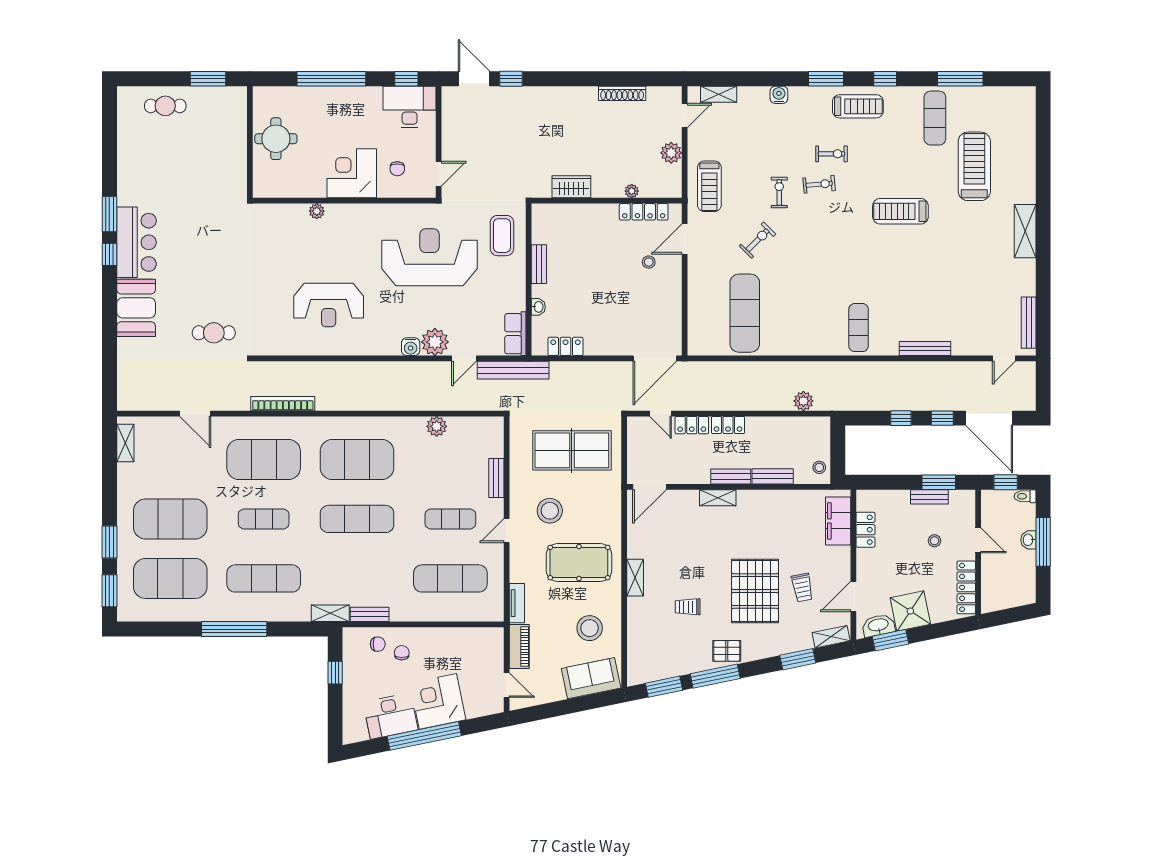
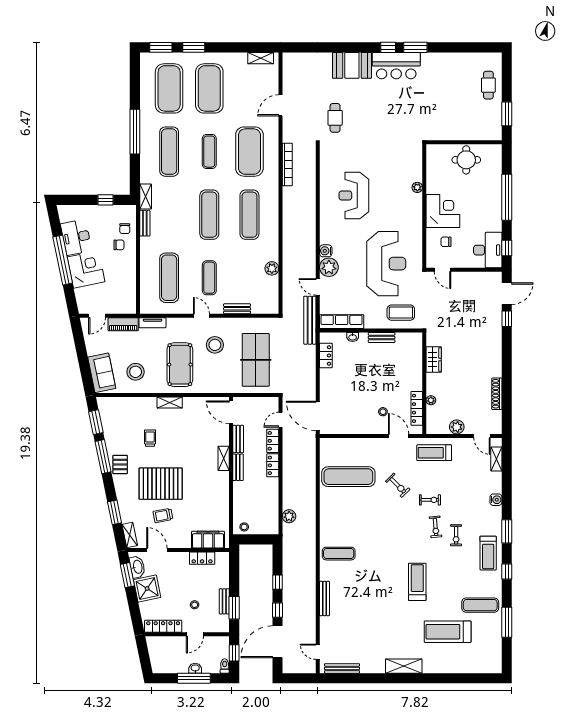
treadmill: (974, 166) -> (448, 632), turned 180
row of seats: (515, 334) -> (342, 322), width x1.48
exercise mat: (357, 460) -> (249, 215), width x0.68
bench: (773, 476) -> (238, 439), moved

